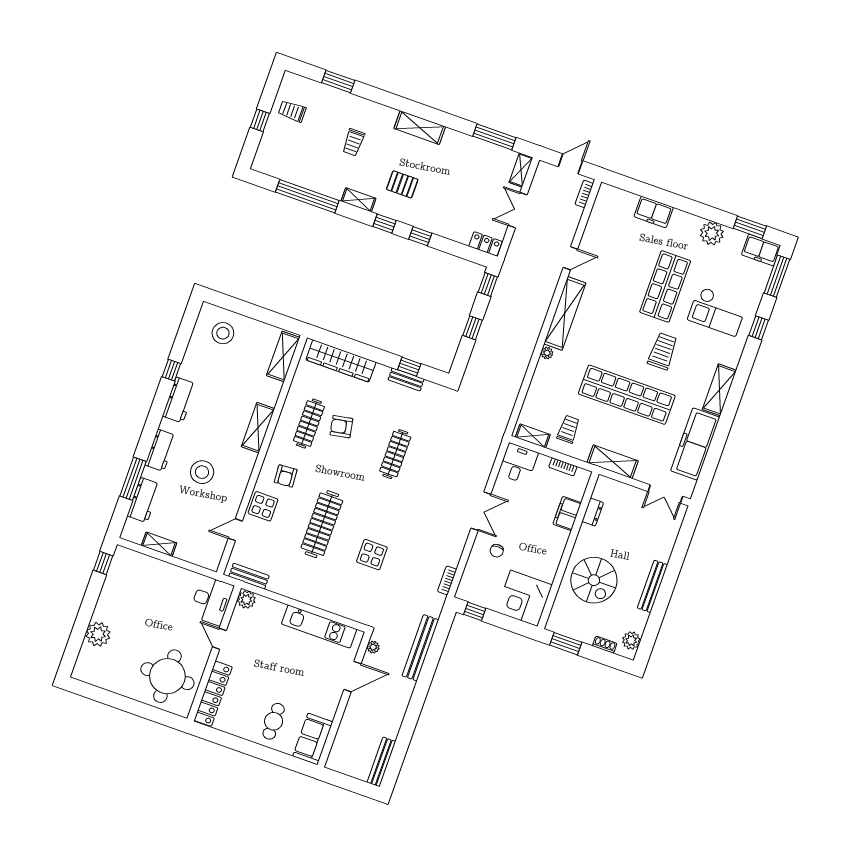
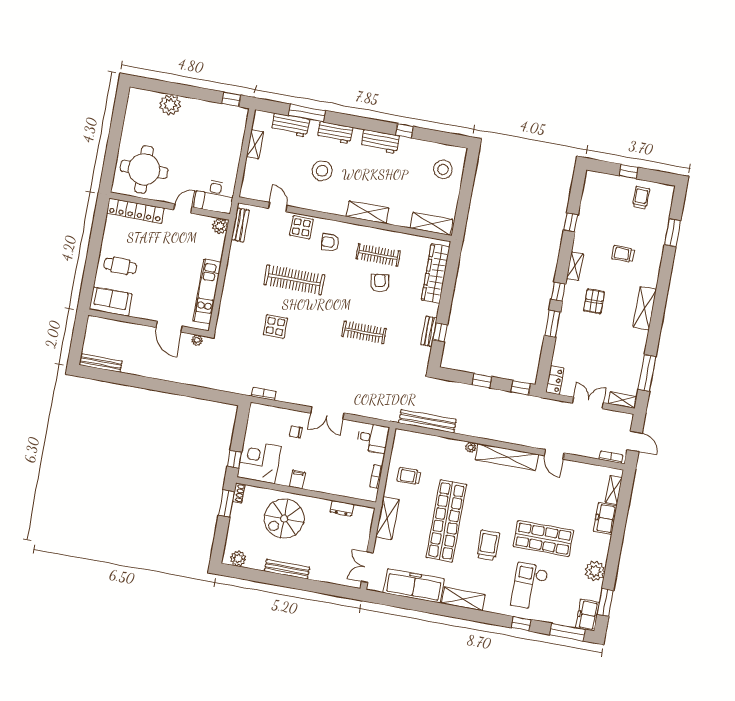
window: (307, 196) -> (571, 222), width x0.32
window: (420, 236) -> (552, 324), width x1.50
trolley: (663, 351) -> (488, 545), turned -90
trolley: (568, 429) -> (409, 476), turned 180
shelving: (533, 436) -> (614, 490), moved
filing cabinet: (567, 513) -> (297, 479), moved, width x0.50
window: (475, 611) -> (234, 459), moved
shoe rack: (605, 645) -> (239, 493), moved
bench: (420, 648) -> (427, 421), moved

